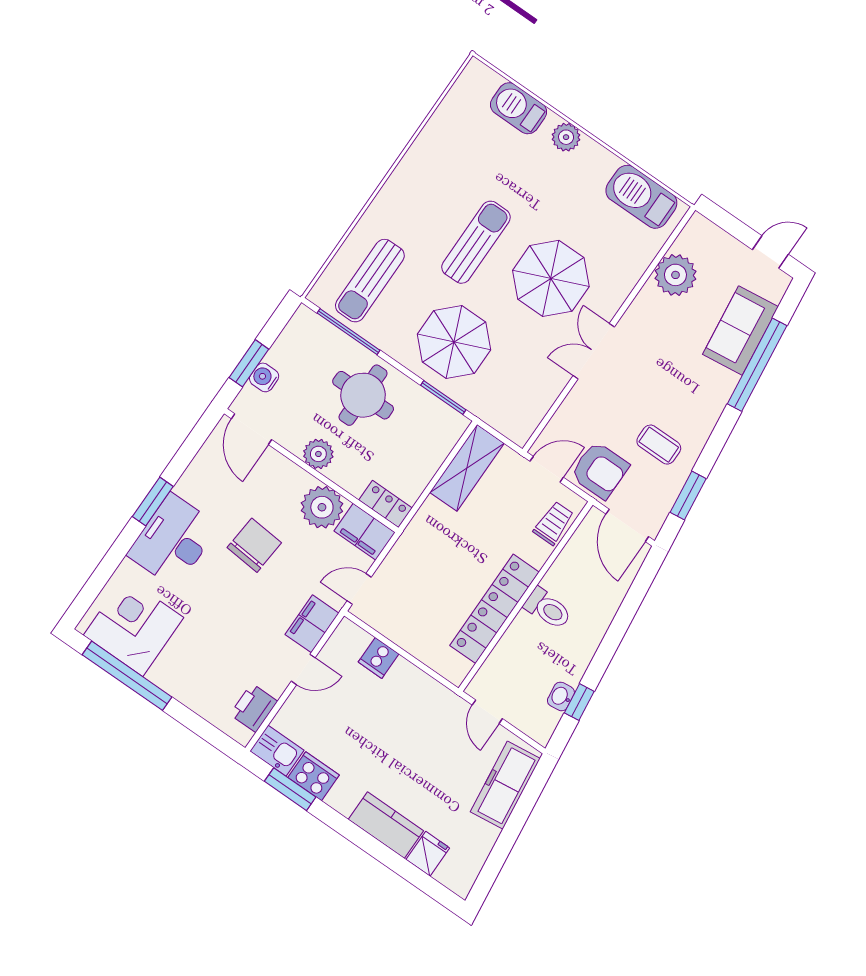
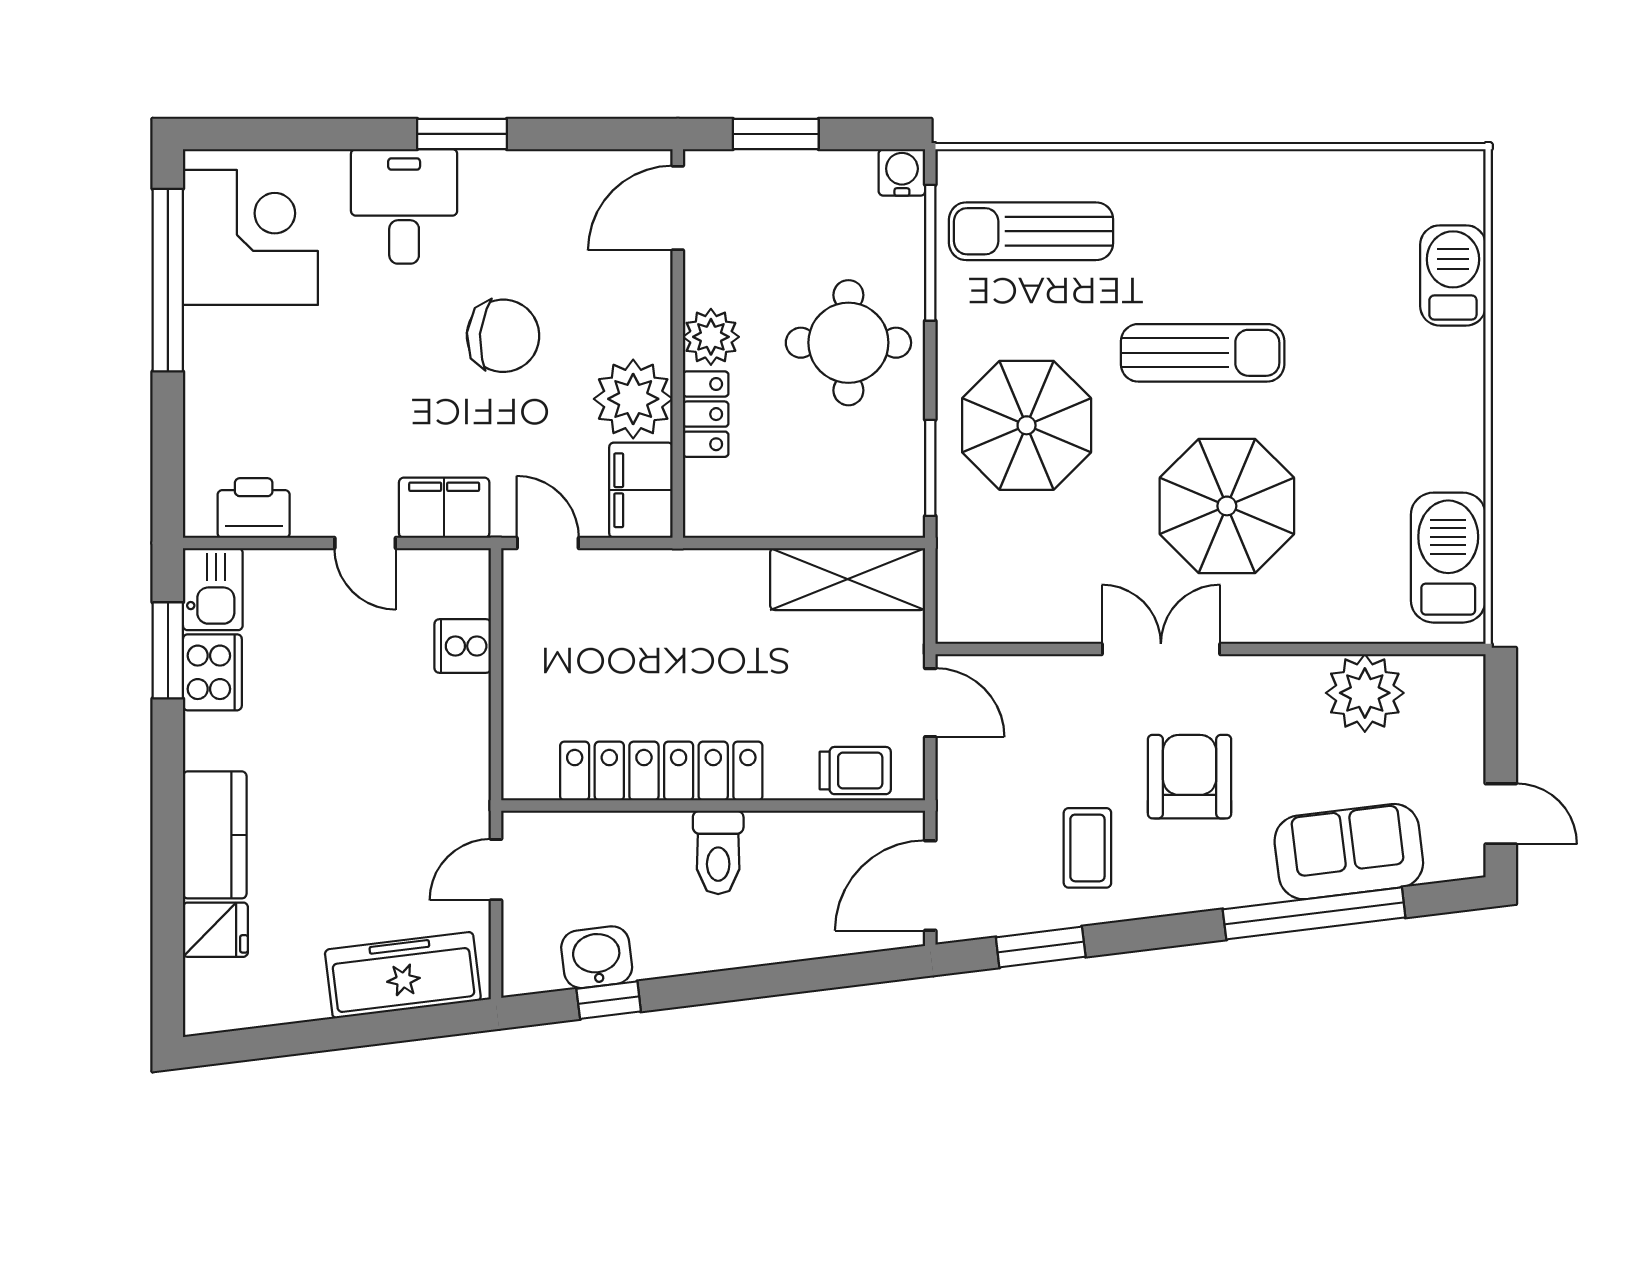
plant: (566, 137) -> (1459, 379), removed
water cooler: (264, 377) -> (902, 172), moved
armchair: (600, 470) -> (1190, 777), moved, turned 180
locker: (385, 504) -> (706, 414), moved
desk: (173, 540) -> (404, 206), width x0.73
washbasin: (561, 696) -> (597, 957), width x1.38, depth x1.45

